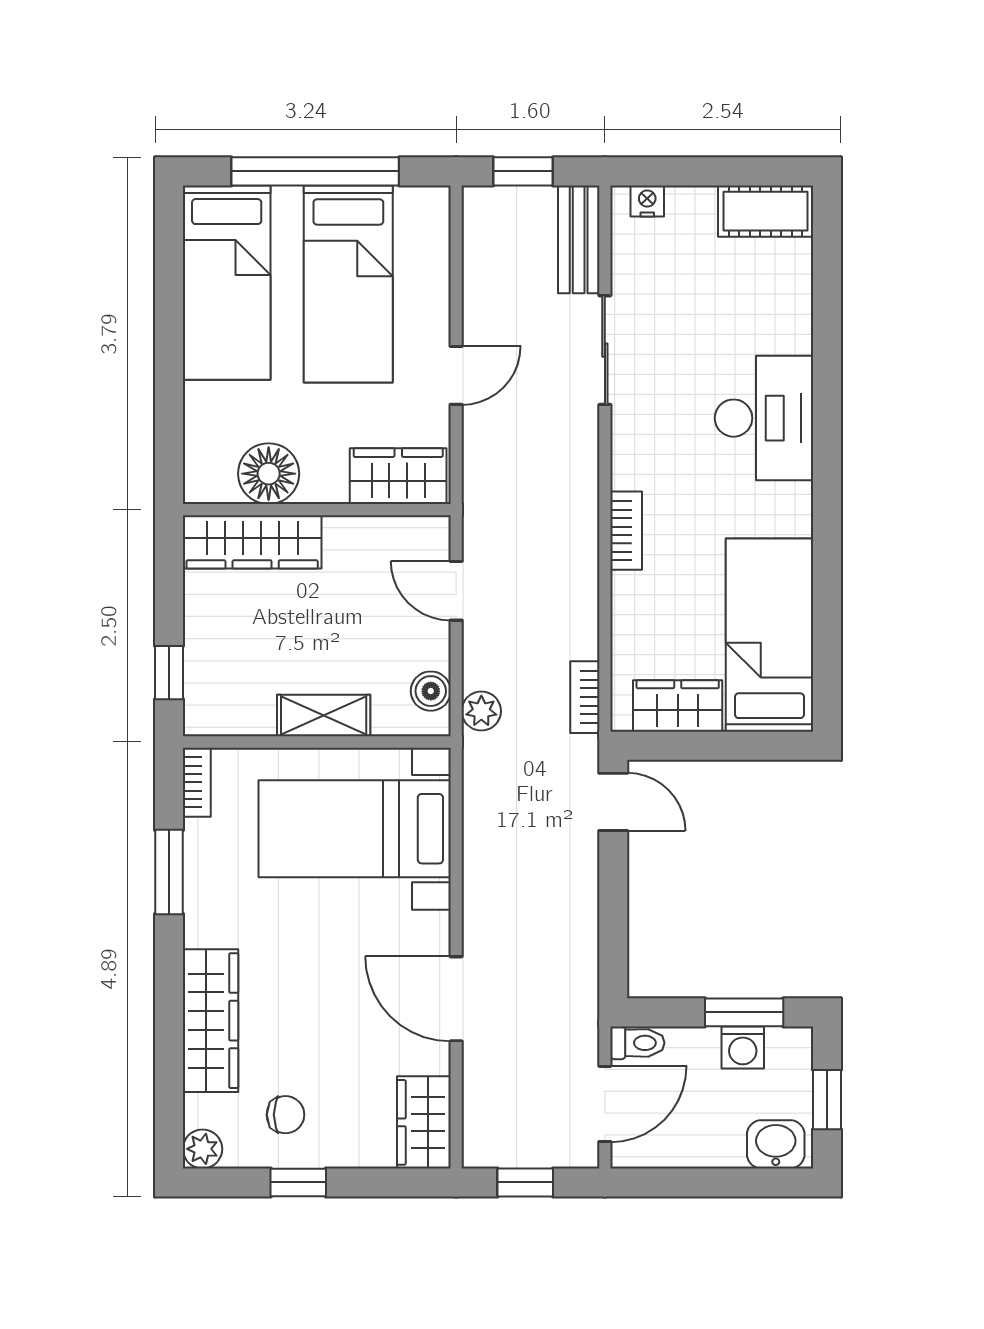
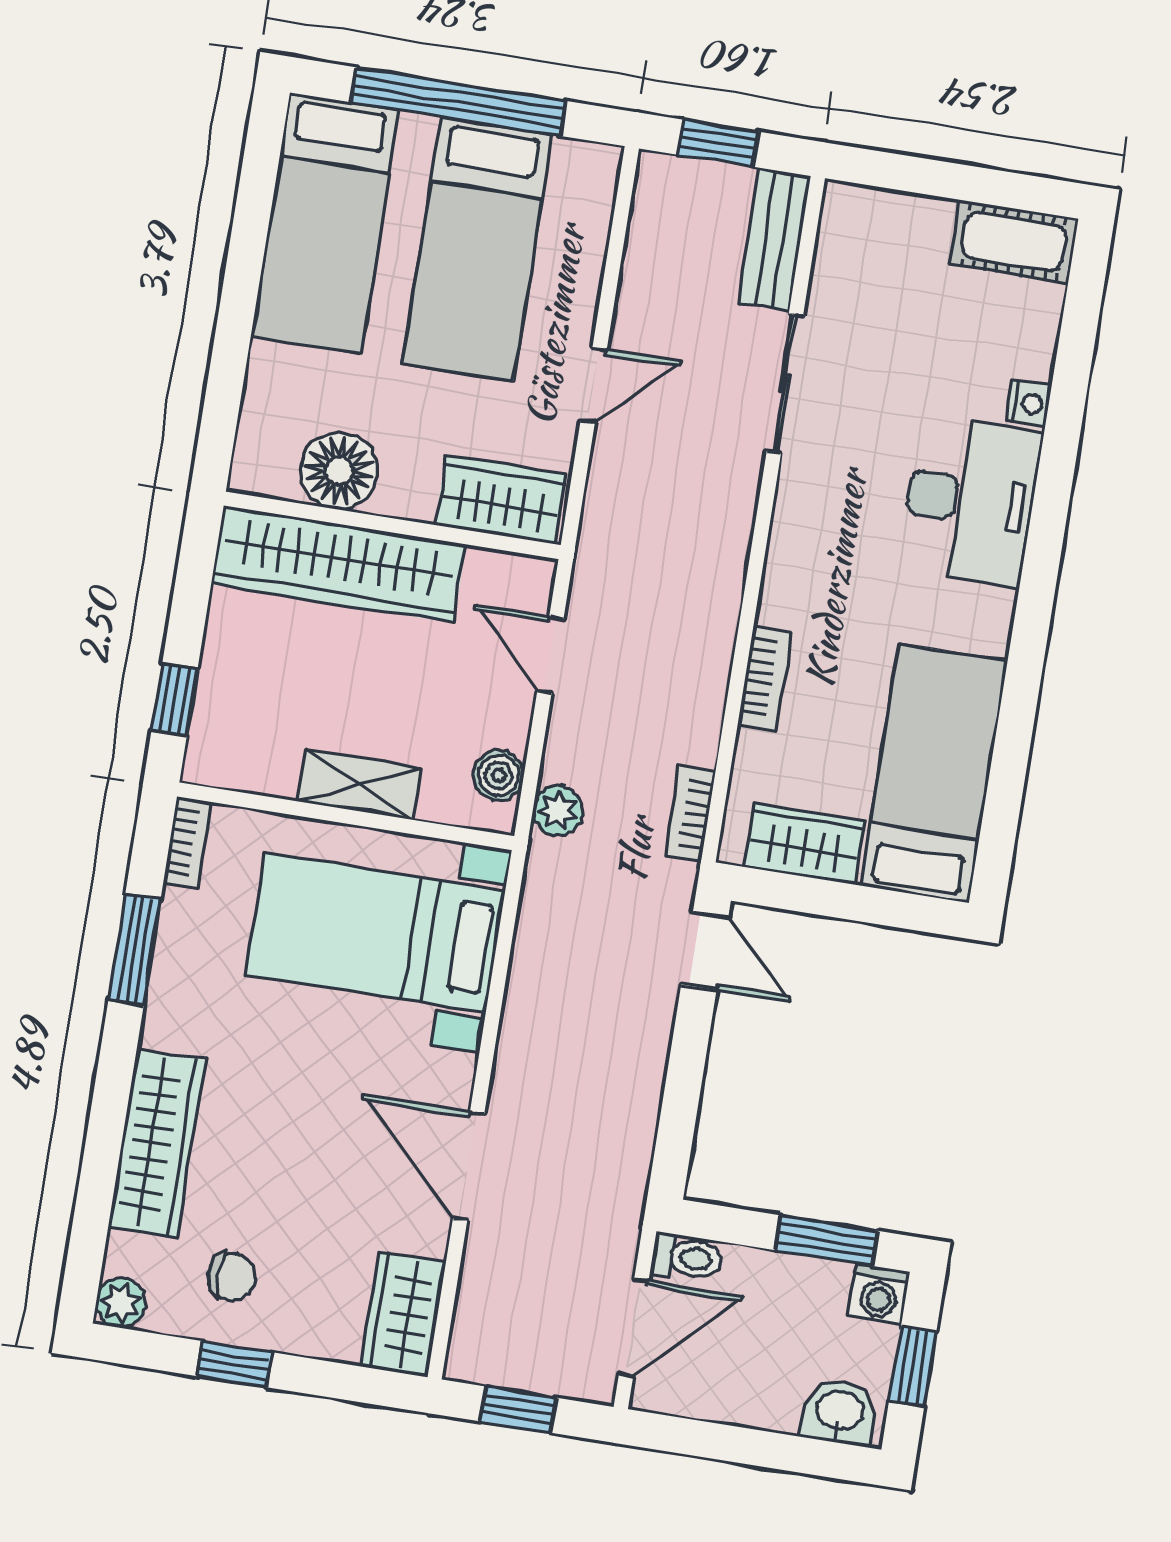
nightstand: (647, 201) -> (1029, 403), moved, turned 90
bookcase: (626, 531) -> (765, 678), moved
wardrobe: (252, 542) -> (338, 564), width x1.40, depth x1.17
washing machine: (743, 1048) -> (879, 1294), moved

